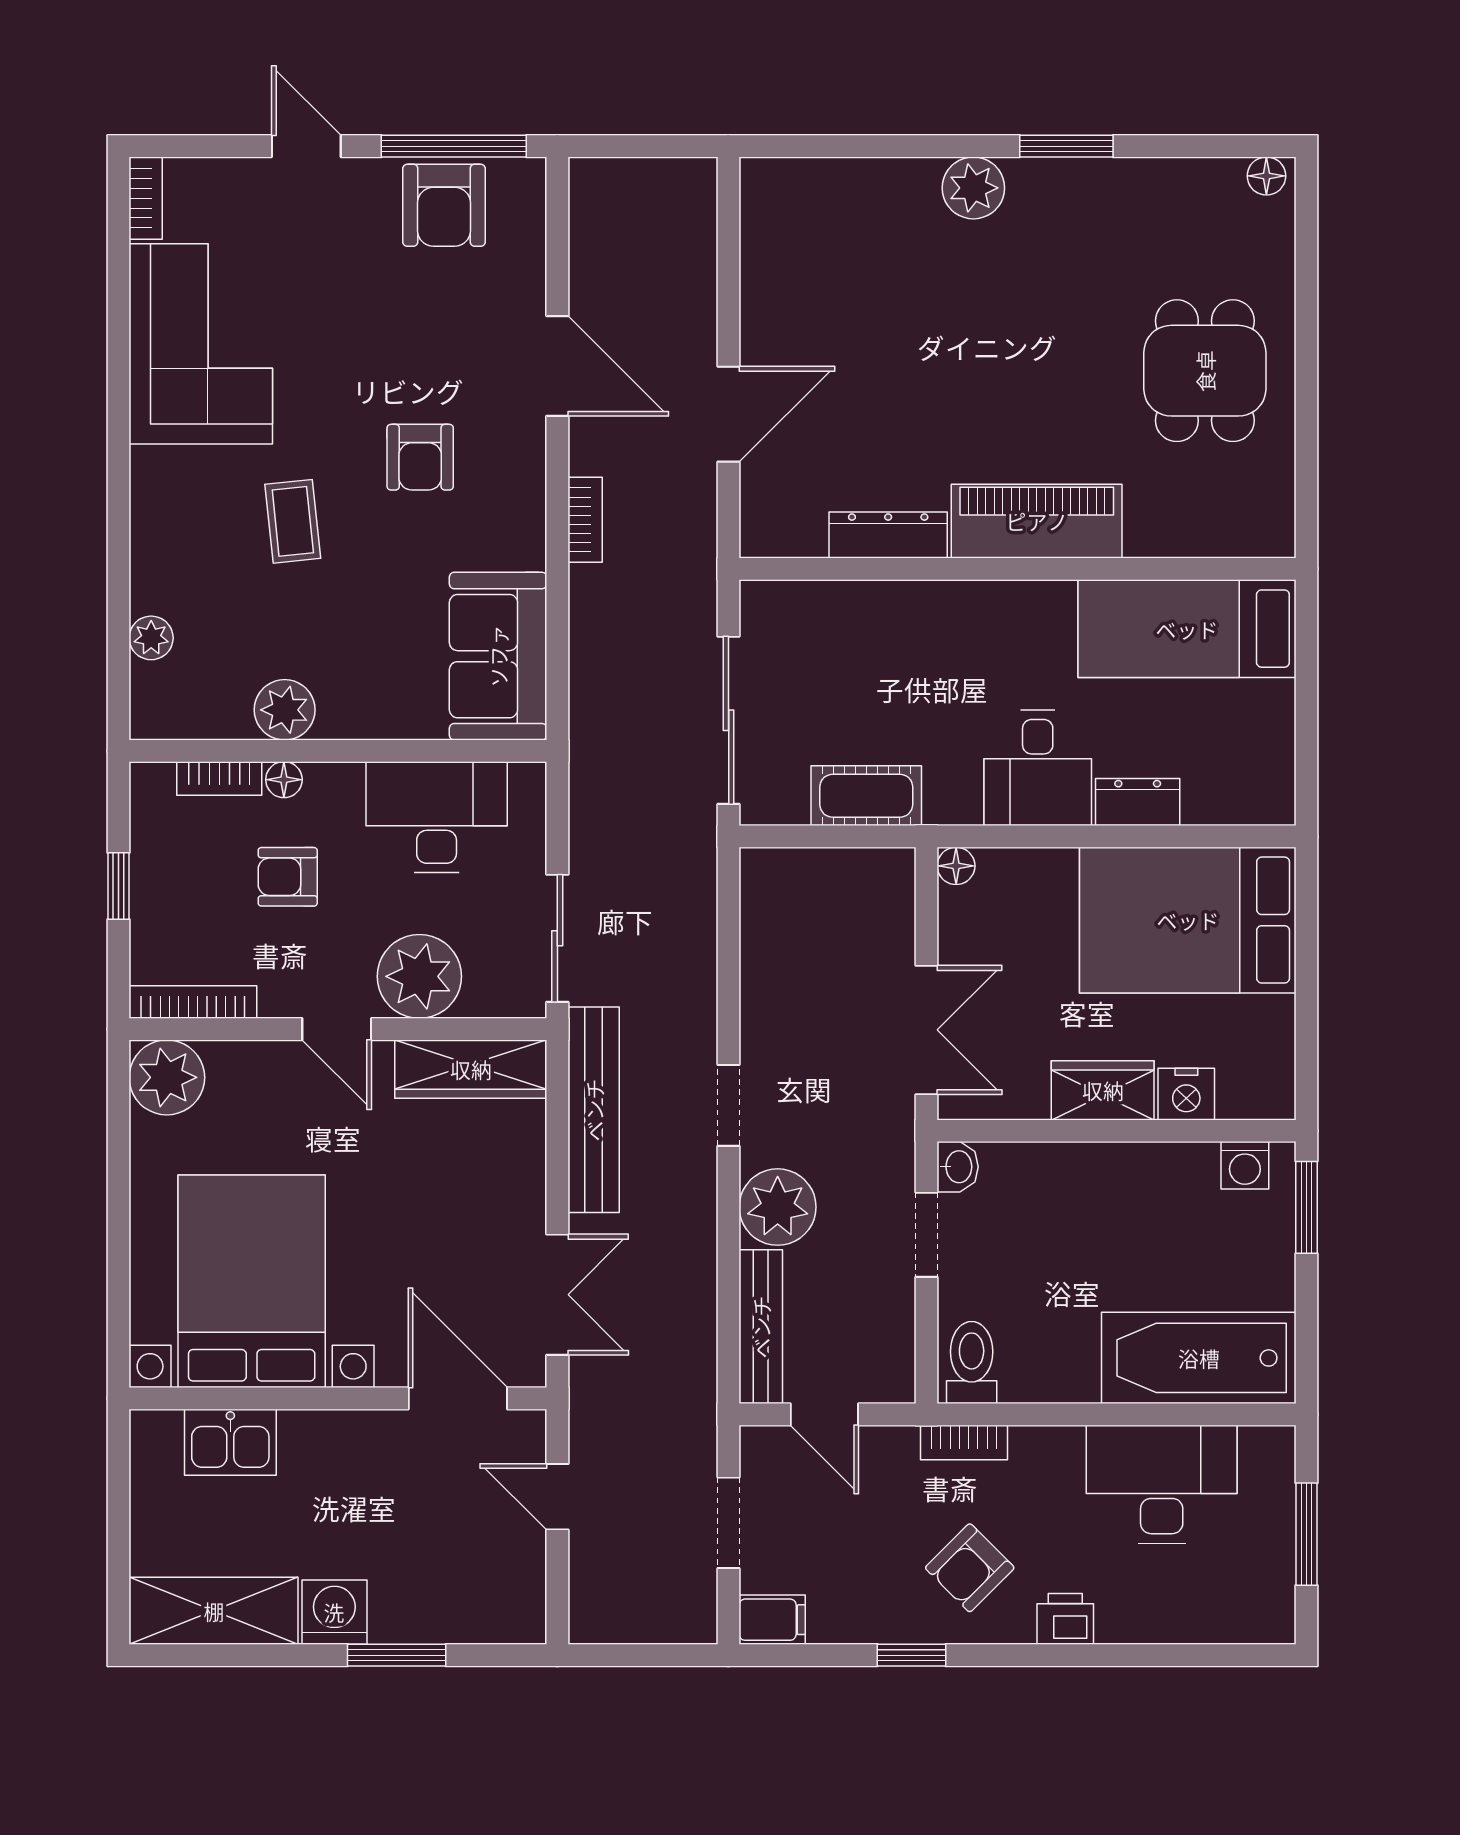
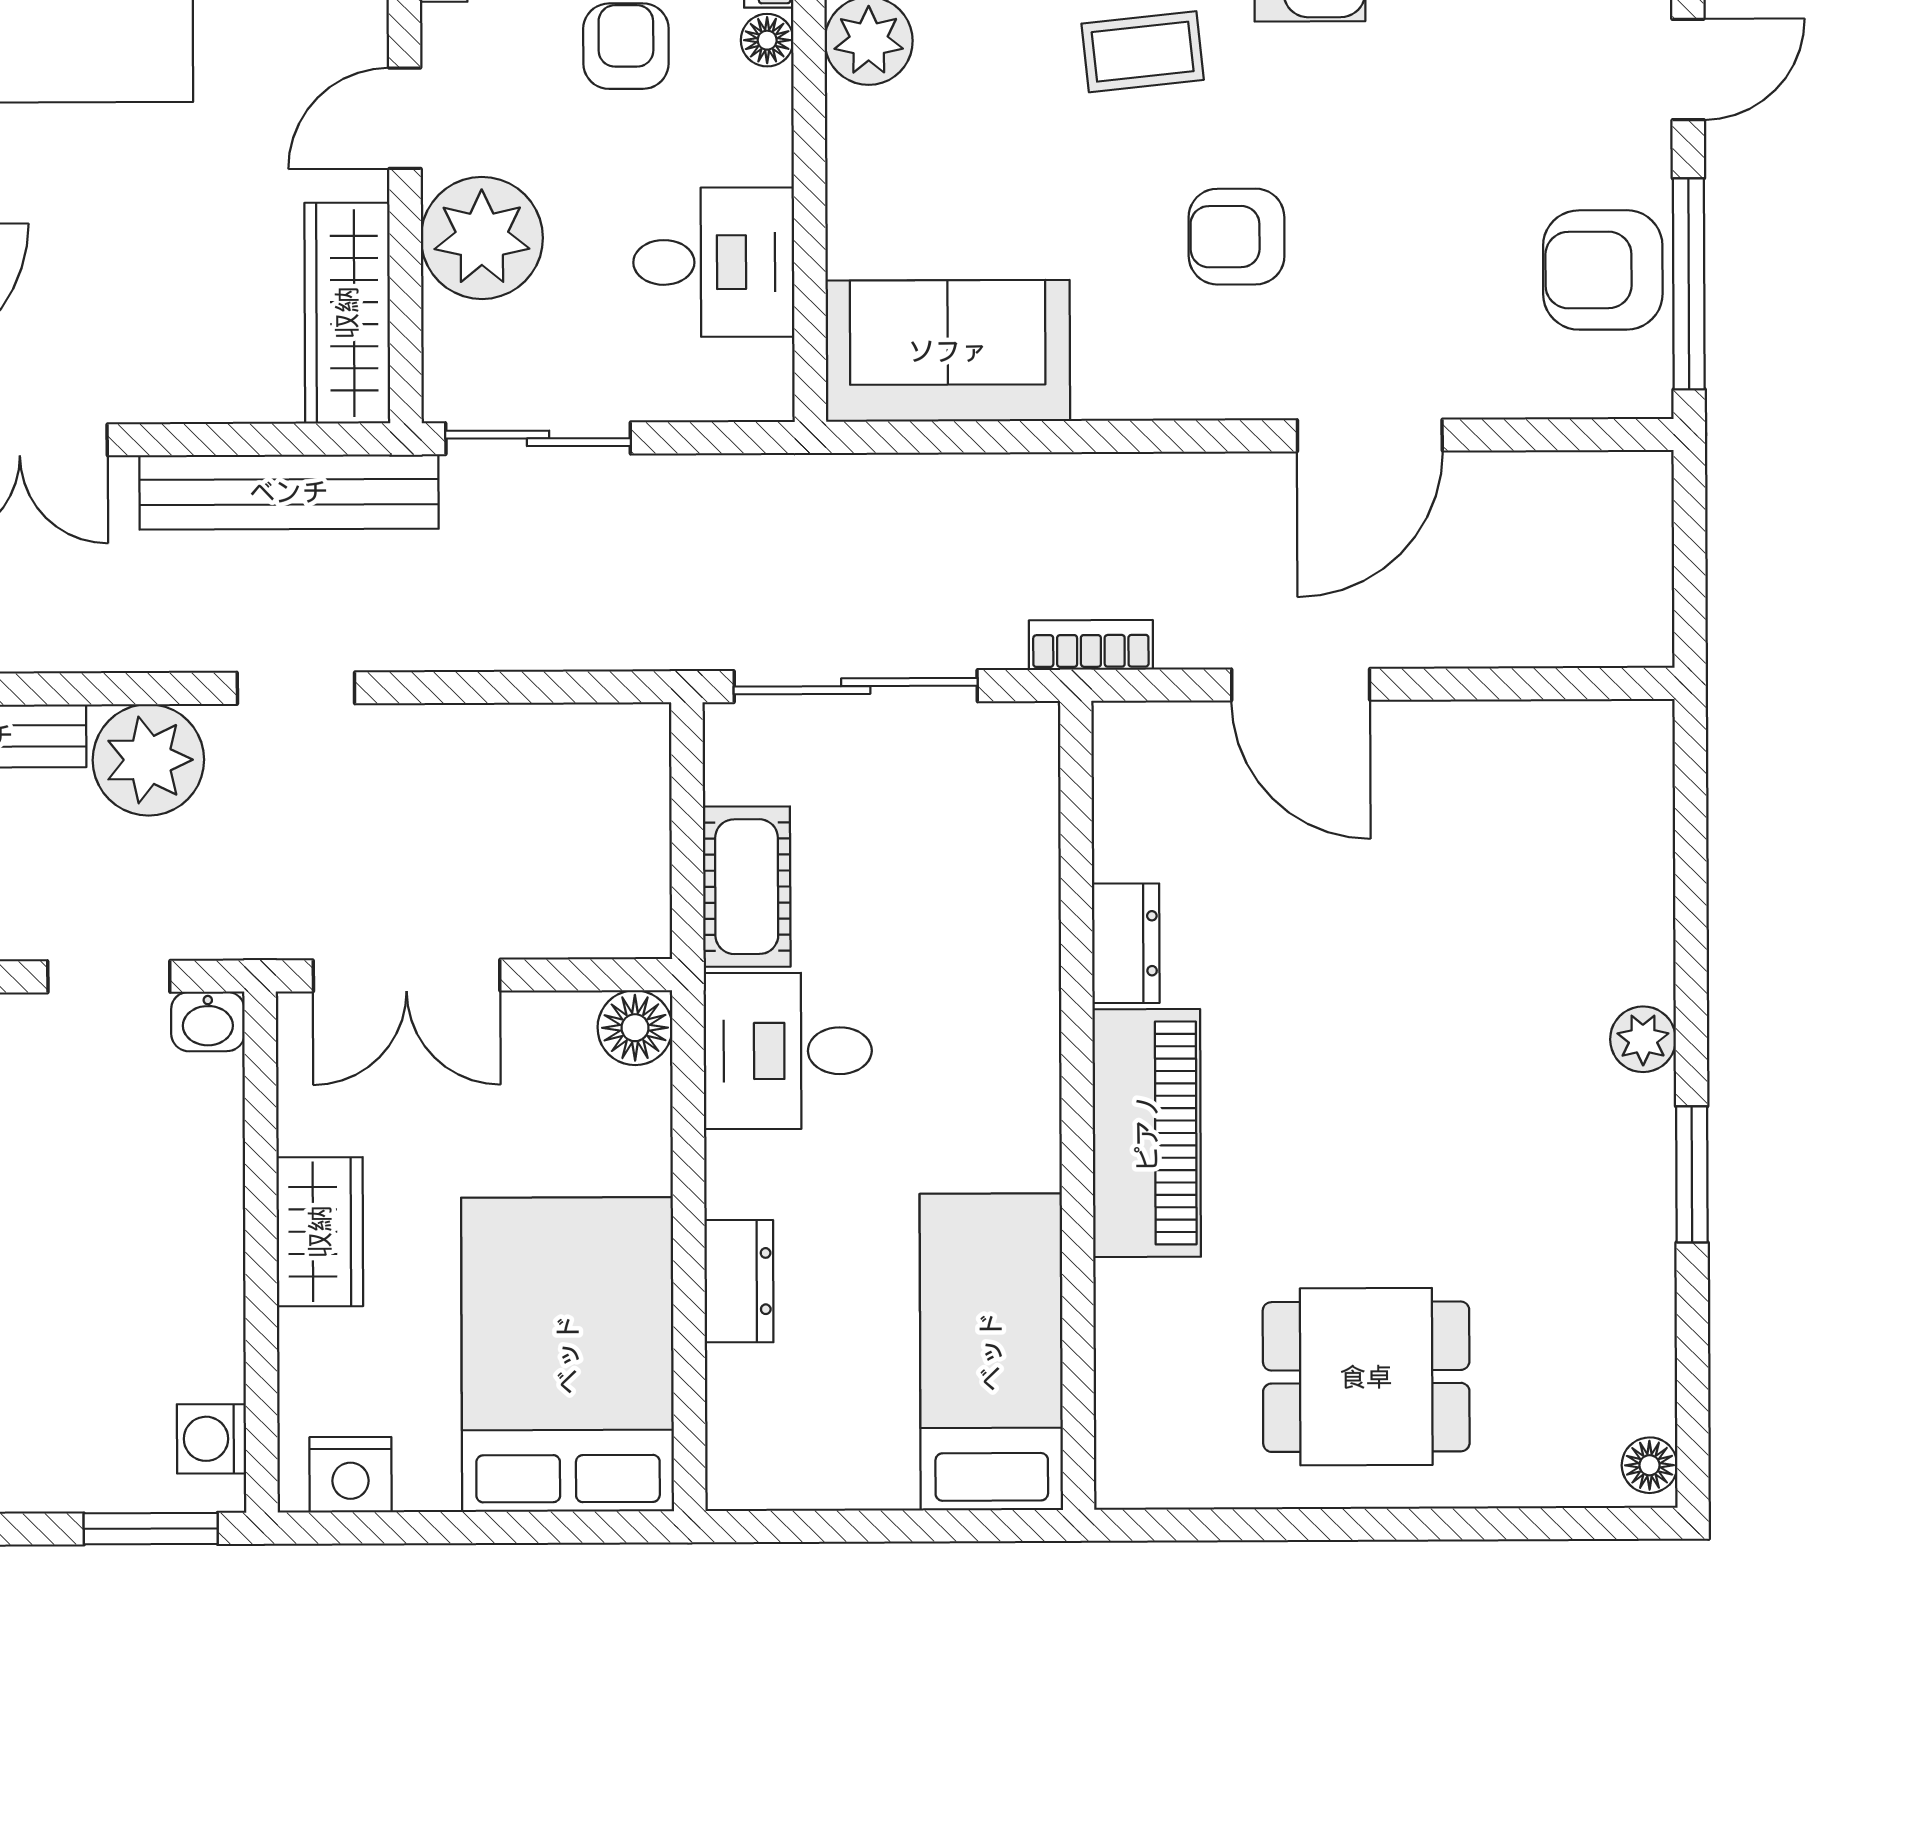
plant: (973, 188) -> (1643, 1039), width x0.73, depth x0.73
bookcase: (585, 520) -> (1091, 645), moved, turned 180
dresser: (888, 535) -> (1126, 943), width x0.70
desk: (1038, 768) -> (788, 1051), moved
desk: (437, 817) -> (714, 262), width x0.73
floor lamp: (956, 866) -> (635, 1028), width x1.37, depth x1.37
nightstand: (1186, 1094) -> (350, 1475), moved, turned -90

